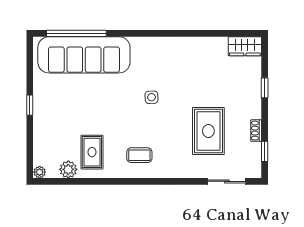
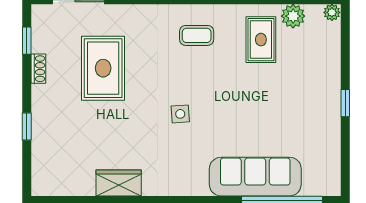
wardrobe: (245, 46) -> (119, 183), moved
sofa: (84, 55) -> (255, 177), width x0.74, depth x0.79

